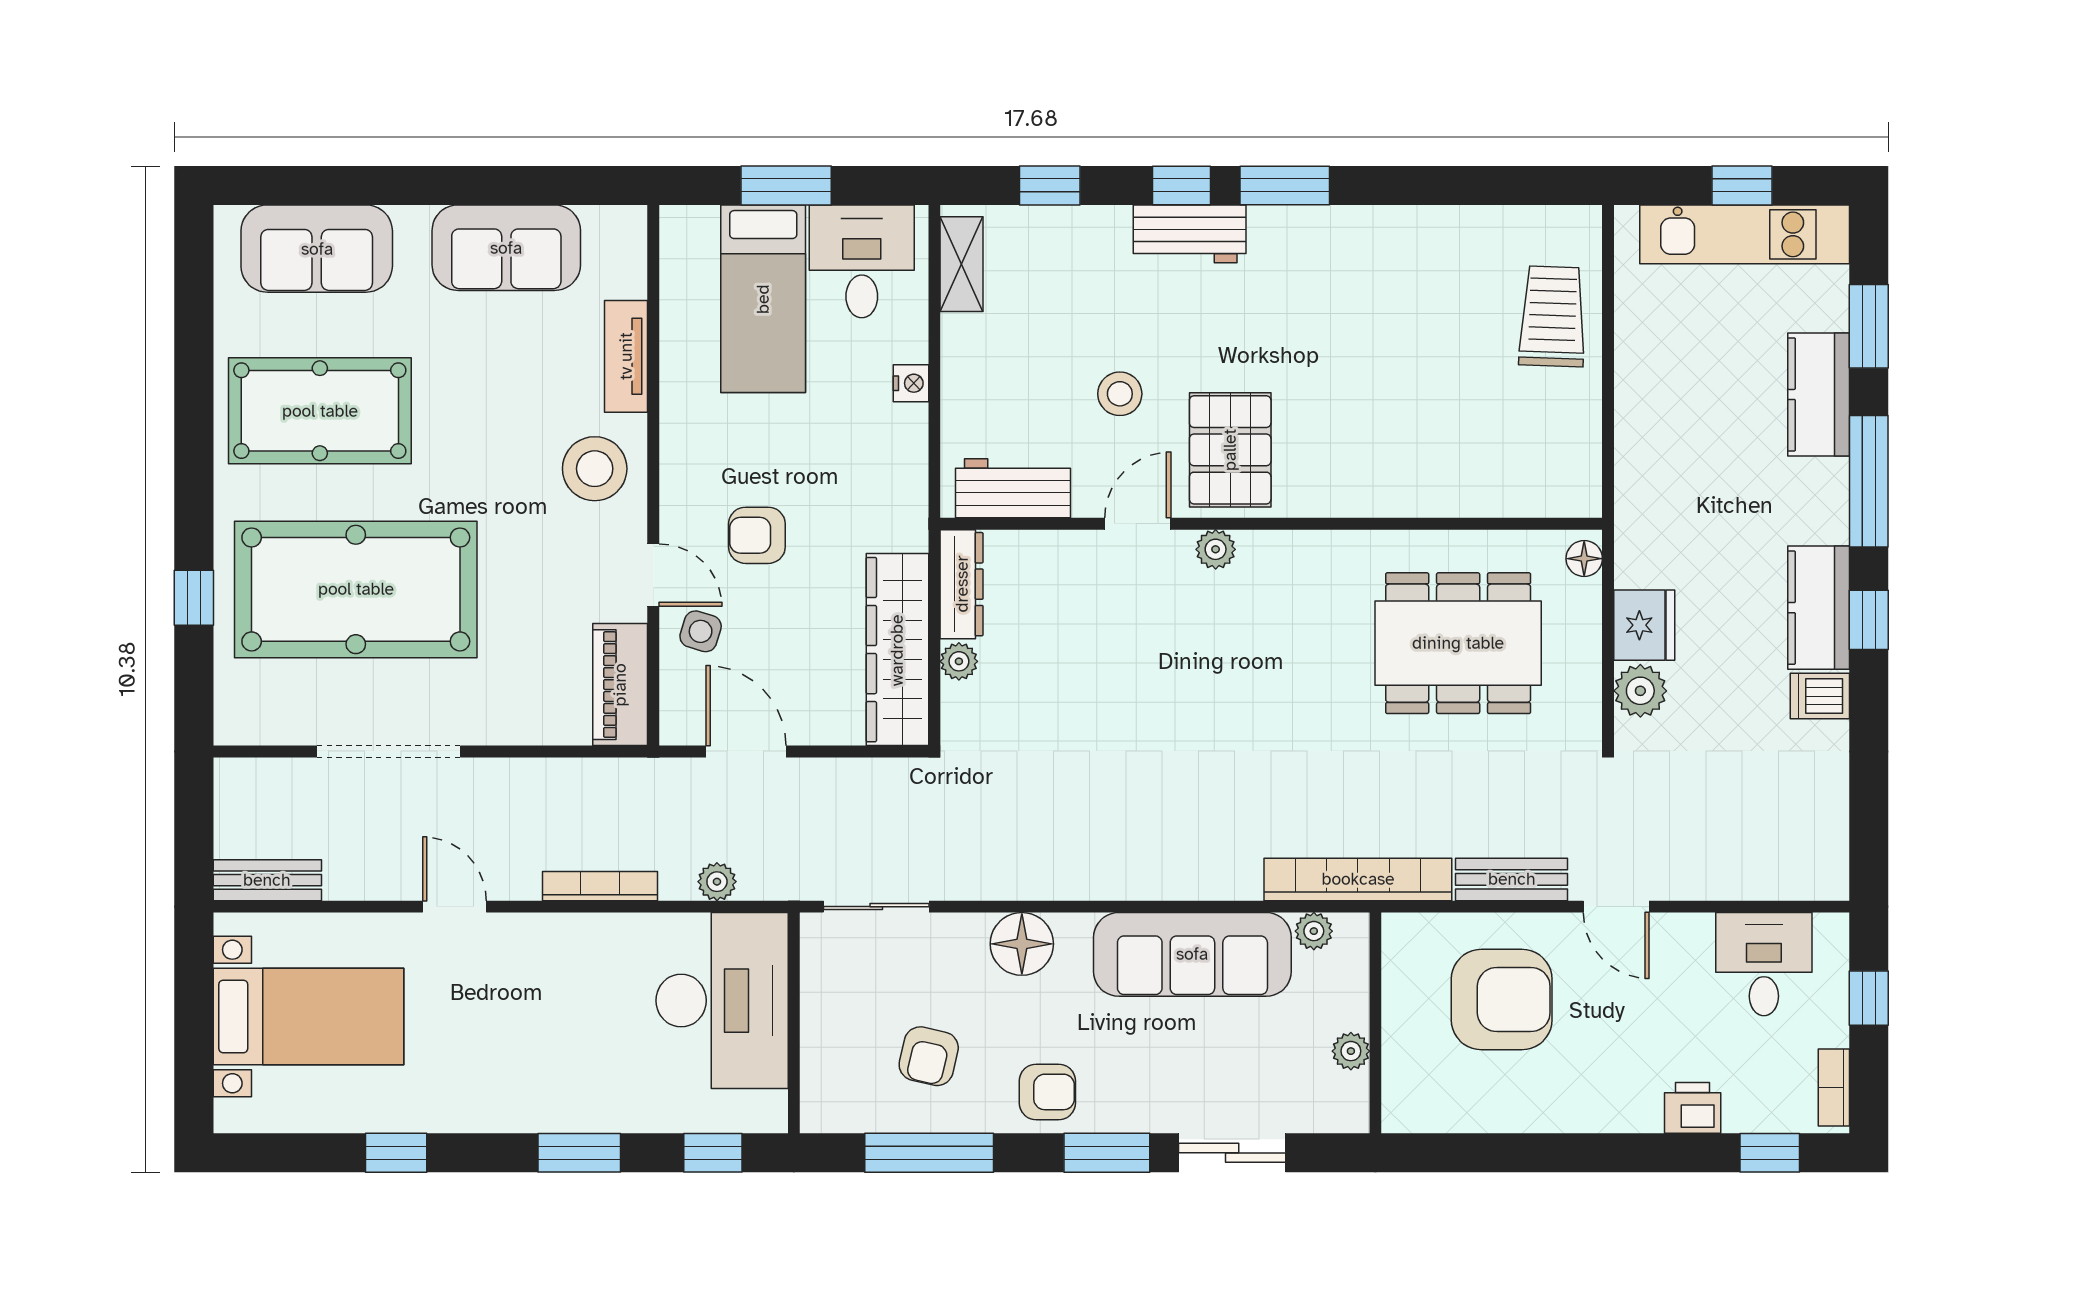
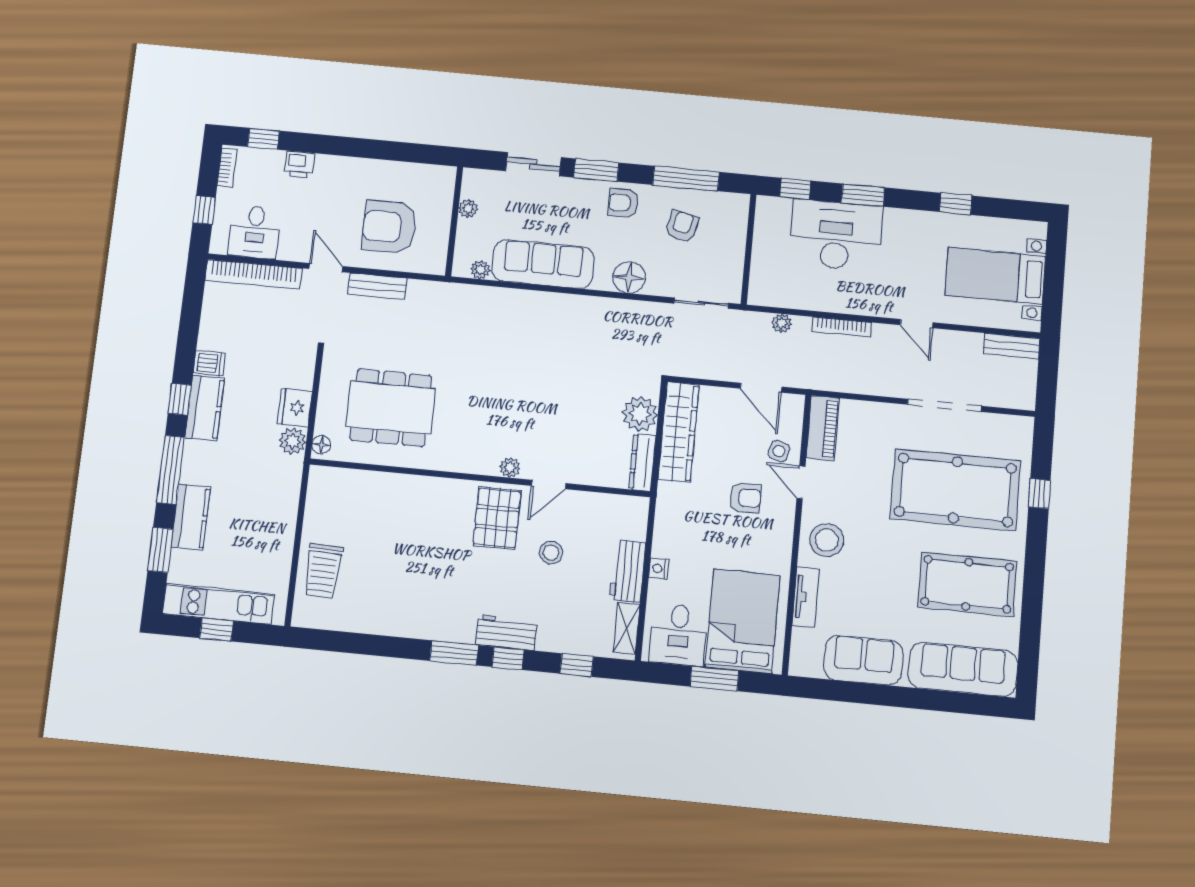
sofa: (317, 249) -> (963, 669), width x1.36
bed: (763, 299) -> (743, 621), width x1.50
workbench: (1013, 488) -> (628, 571), moved, turned 90
plant: (959, 661) -> (640, 414), width x1.88, depth x1.88
plant: (1640, 691) -> (293, 441), moved
bookcase: (1358, 879) -> (254, 274), moved
desk: (722, 1001) -> (836, 235), moved, turned 90

